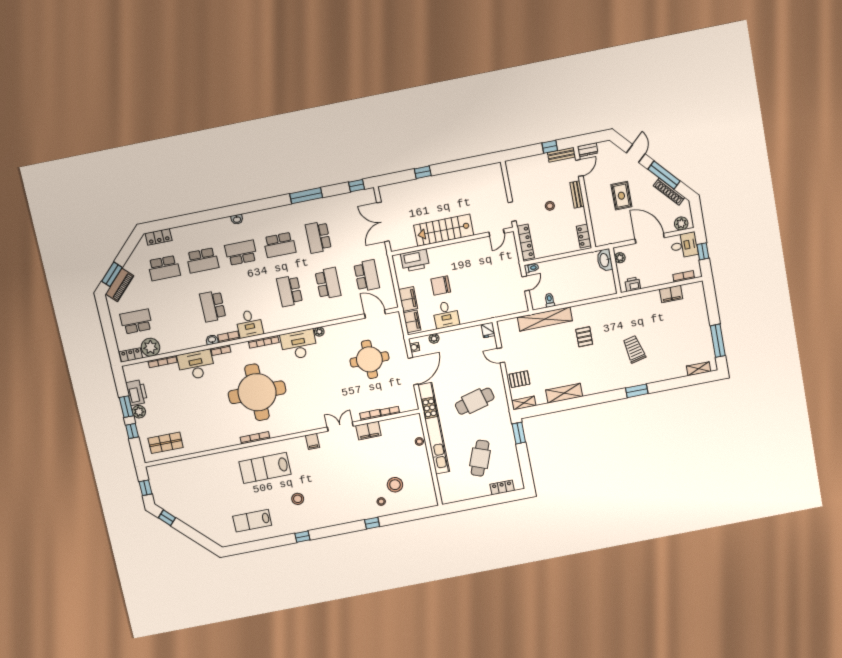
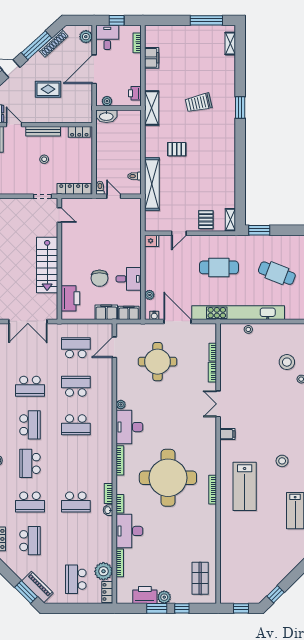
bench: (577, 194) -> (43, 131), width x1.36
school desk: (202, 260) -> (30, 502), turned 90
desk: (249, 324) -> (100, 471), removed
shelving: (564, 393) -> (152, 108), moved
cafe table: (475, 401) -> (219, 267), turned -75
filing cabinet: (368, 431) -> (227, 377), removed

